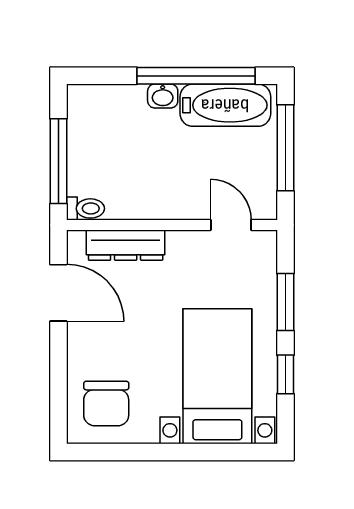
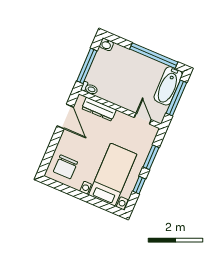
washbasin: (163, 96) -> (106, 45), moved
bathtub: (225, 105) -> (168, 86), moved, turned 90

